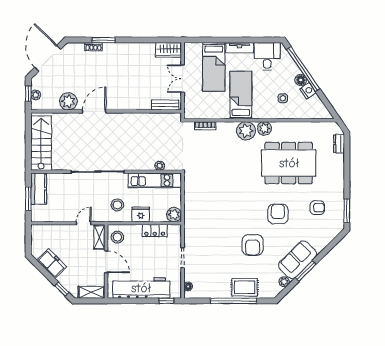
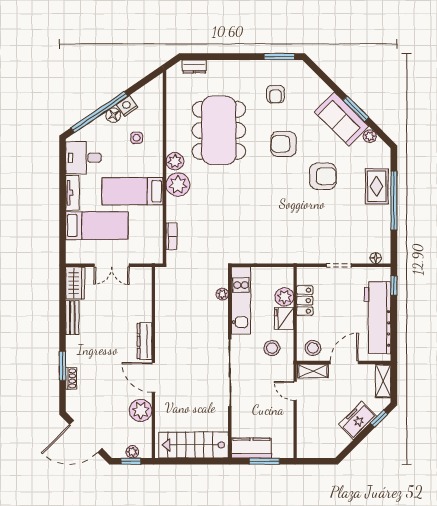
dresser: (123, 104) -> (144, 341), added
bench: (165, 105) -> (72, 318), moved
armchair: (317, 208) -> (276, 94), turned 180
plant: (174, 215) -> (284, 297), moved
freezer: (52, 264) -> (358, 420), moved

